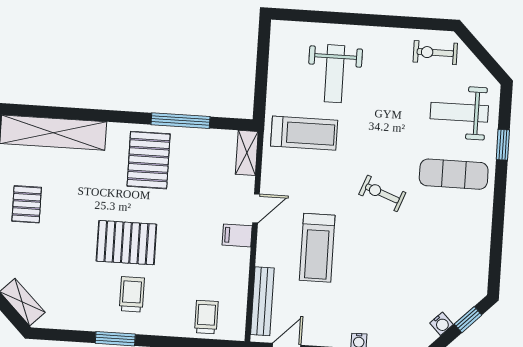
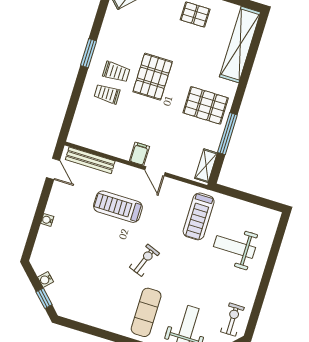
shelving: (247, 153) -> (206, 166), moved, turned 90
trolley: (206, 317) -> (107, 94), moved, turned 180

